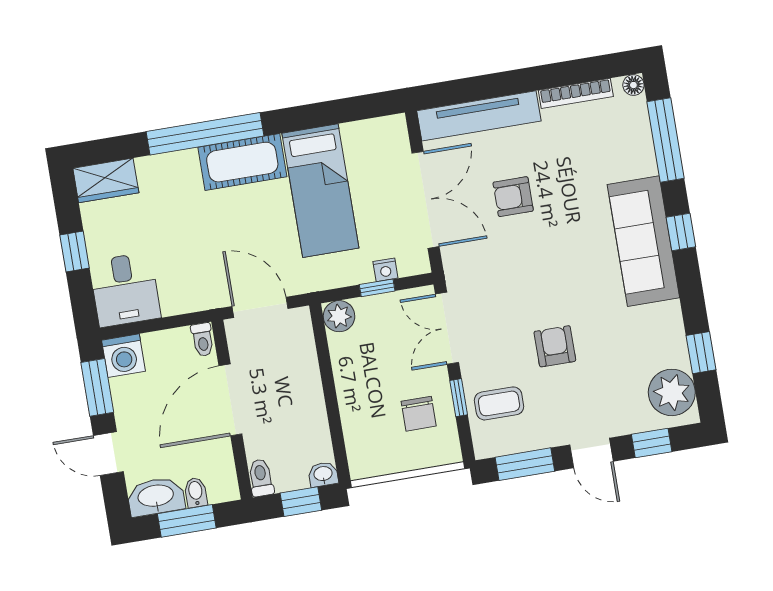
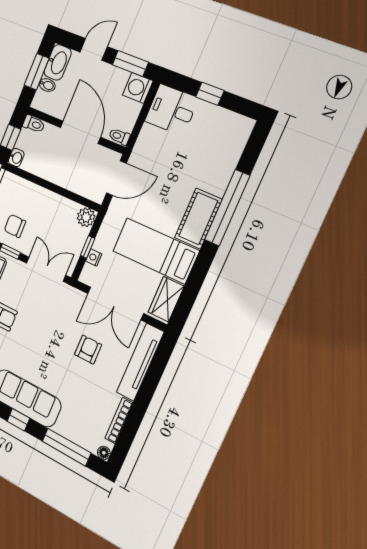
wardrobe: (106, 180) -> (166, 299), moved

